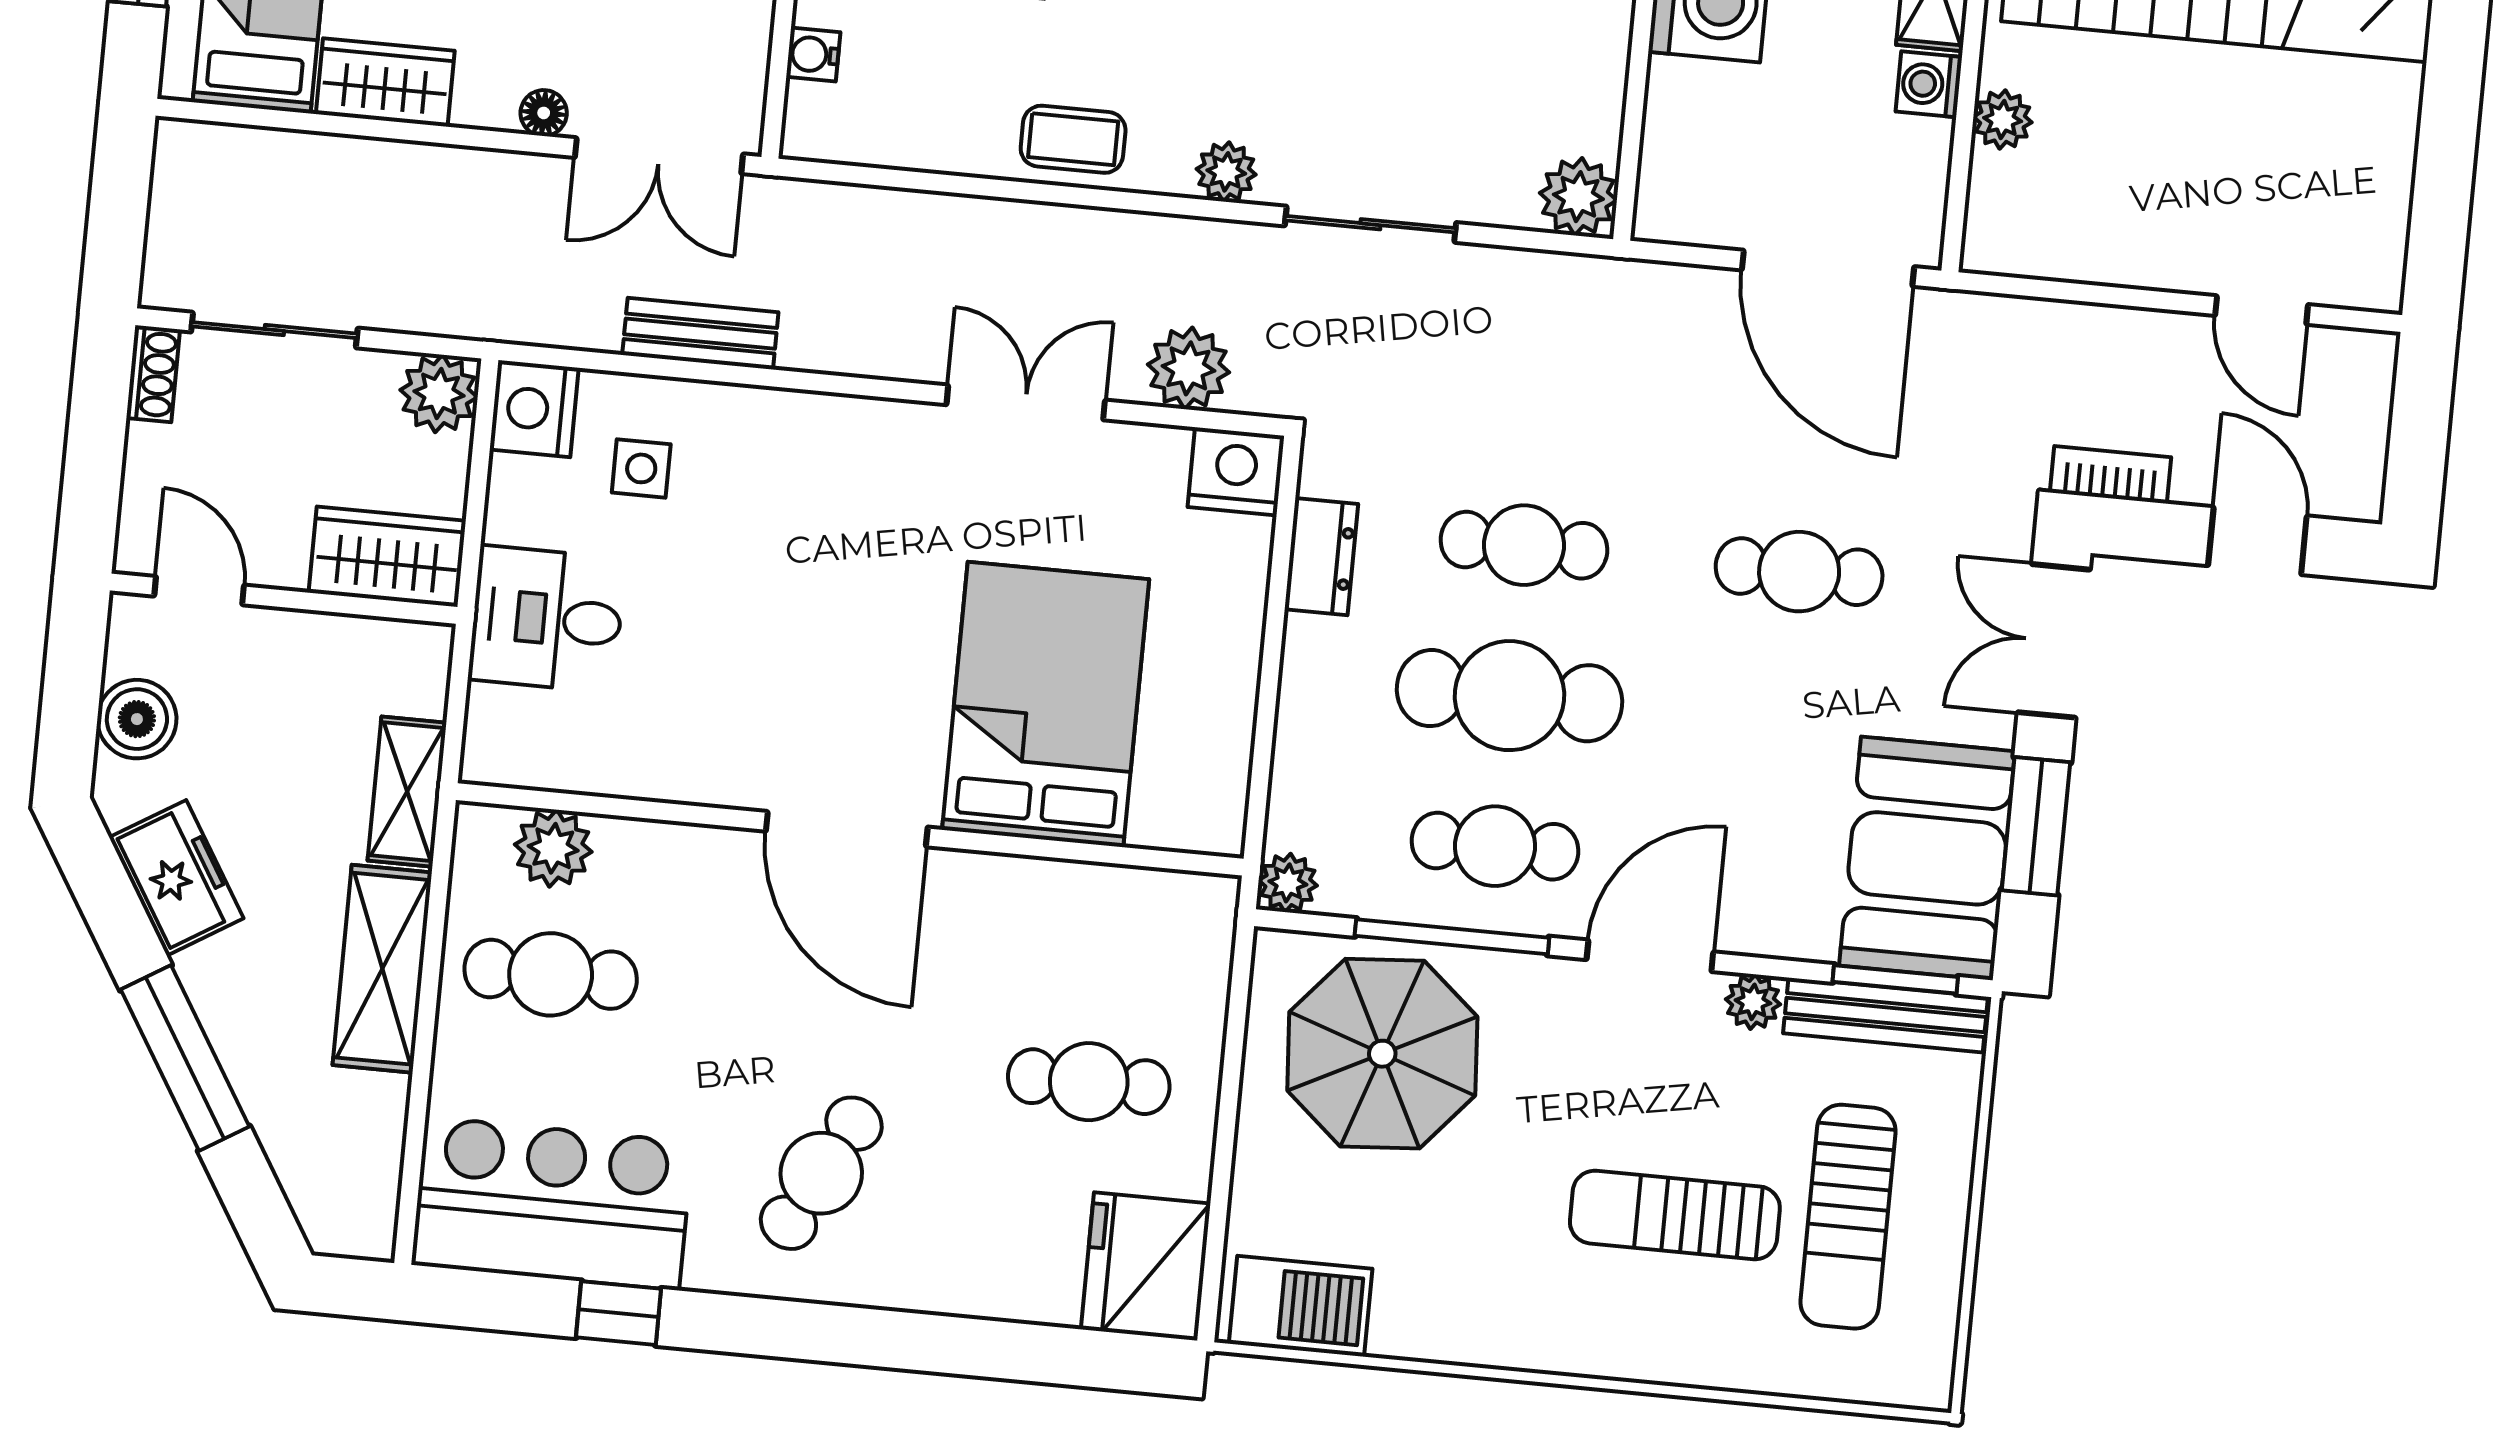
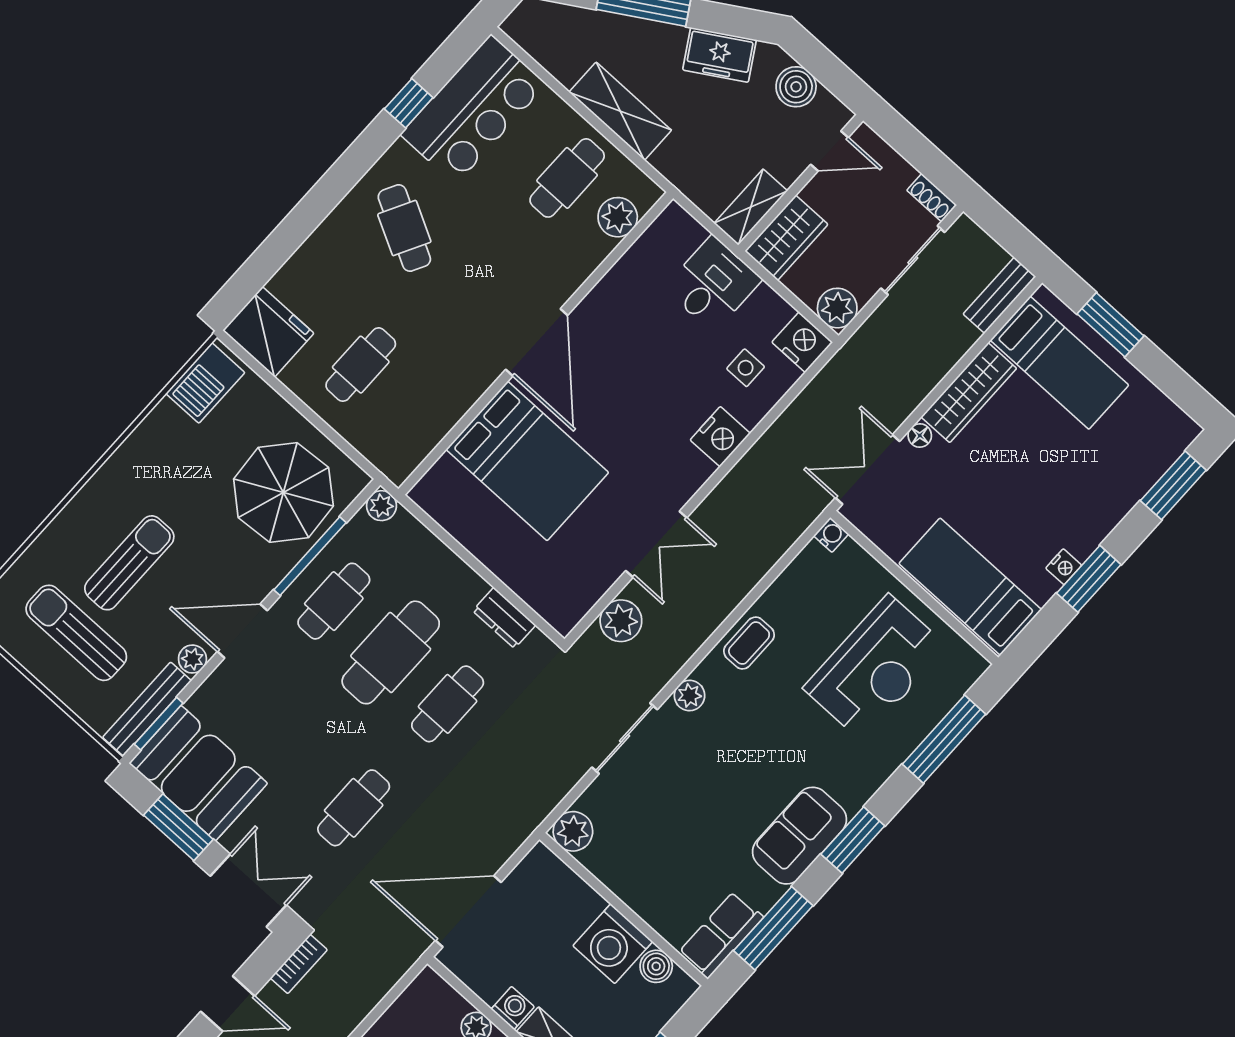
water cooler: (813, 54) -> (831, 535), moved
wardrobe: (385, 82) -> (969, 393), width x1.50
bench: (700, 334) -> (999, 295), moved
nightstand: (1236, 471) -> (720, 437), moved
shelving: (407, 792) -> (751, 207), moved, turned 90
door: (847, 829) -> (537, 342), swing flipped
door: (1650, 956) -> (242, 631), swing flipped

